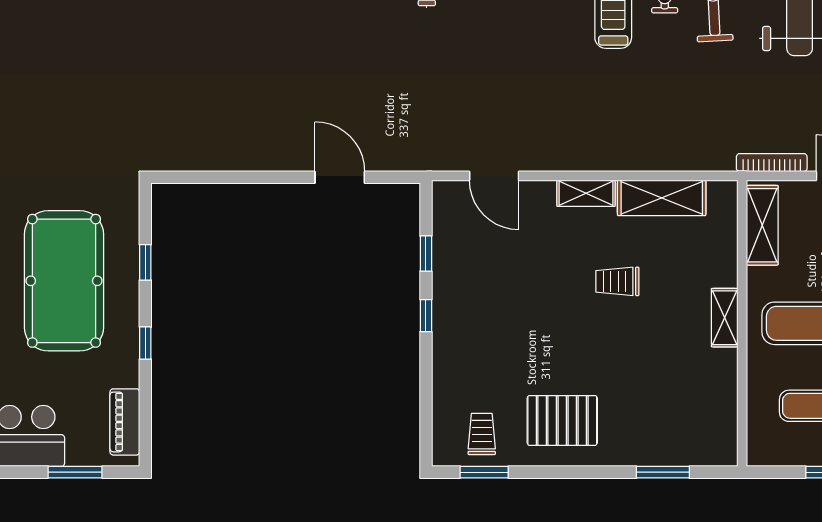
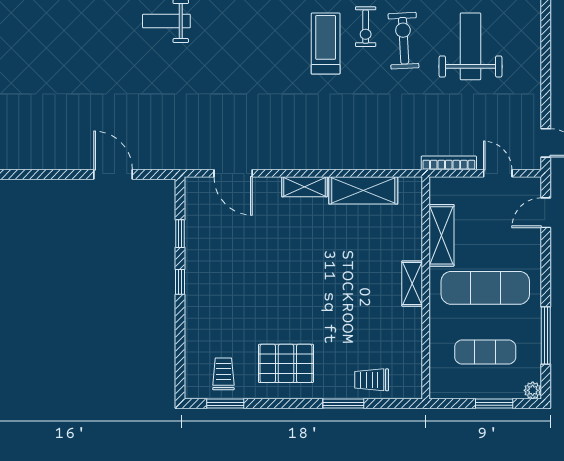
shelving: (762, 225) -> (441, 235), moved
trolley: (617, 281) -> (372, 380), moved
window: (663, 472) -> (343, 404), moved

